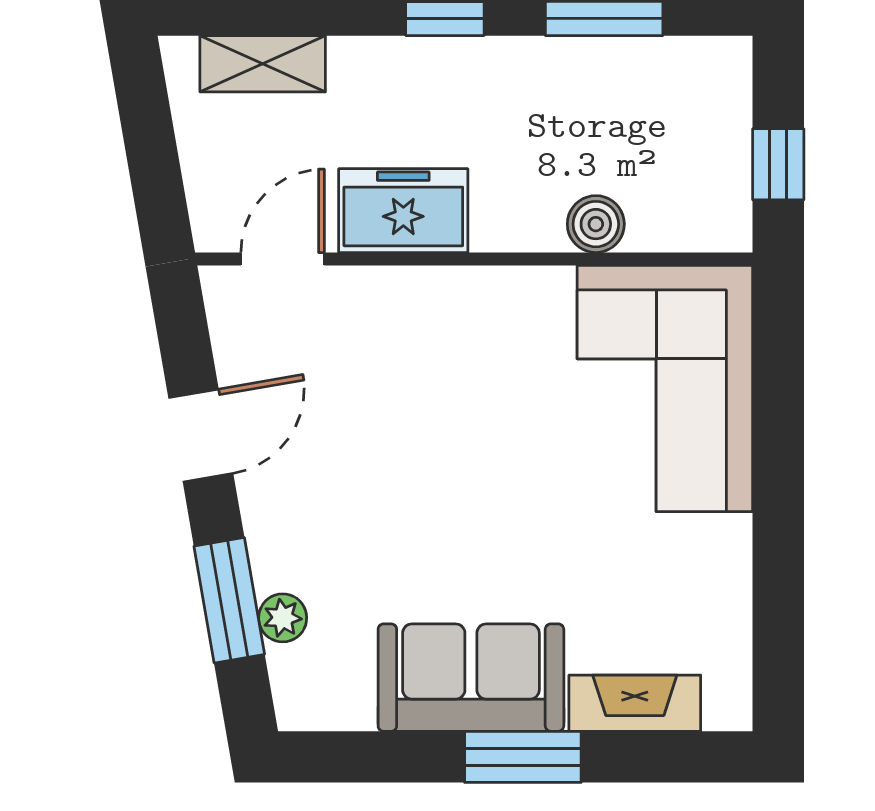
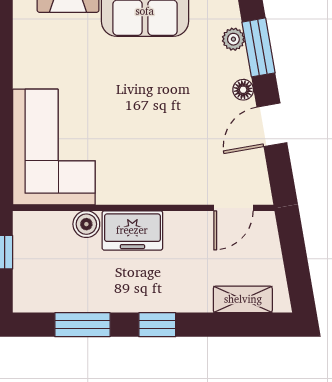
freezer: (403, 211) -> (132, 230), moved
floor lamp: (262, 510) -> (243, 90), added

